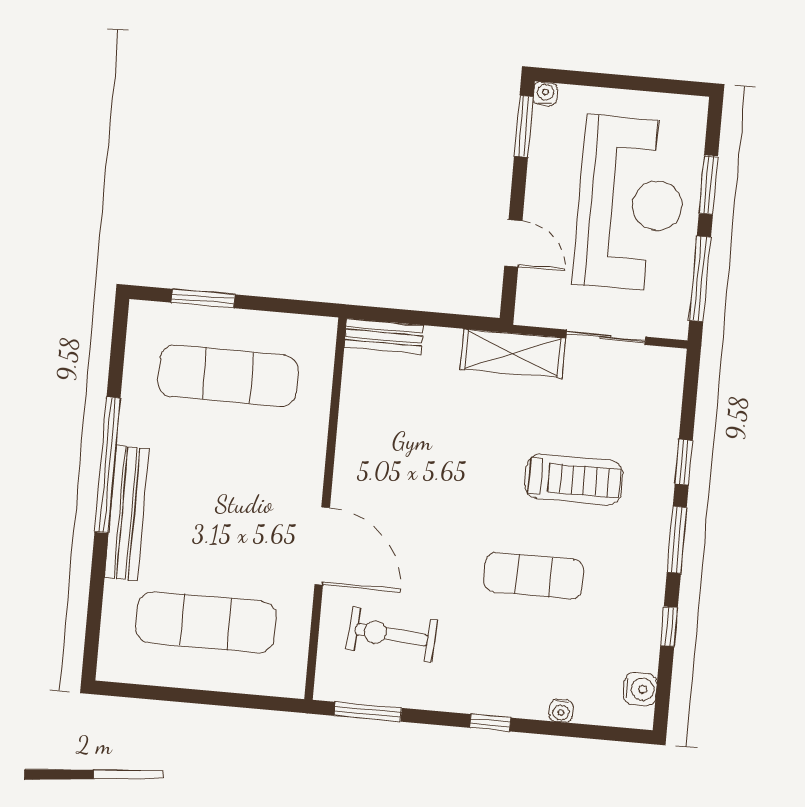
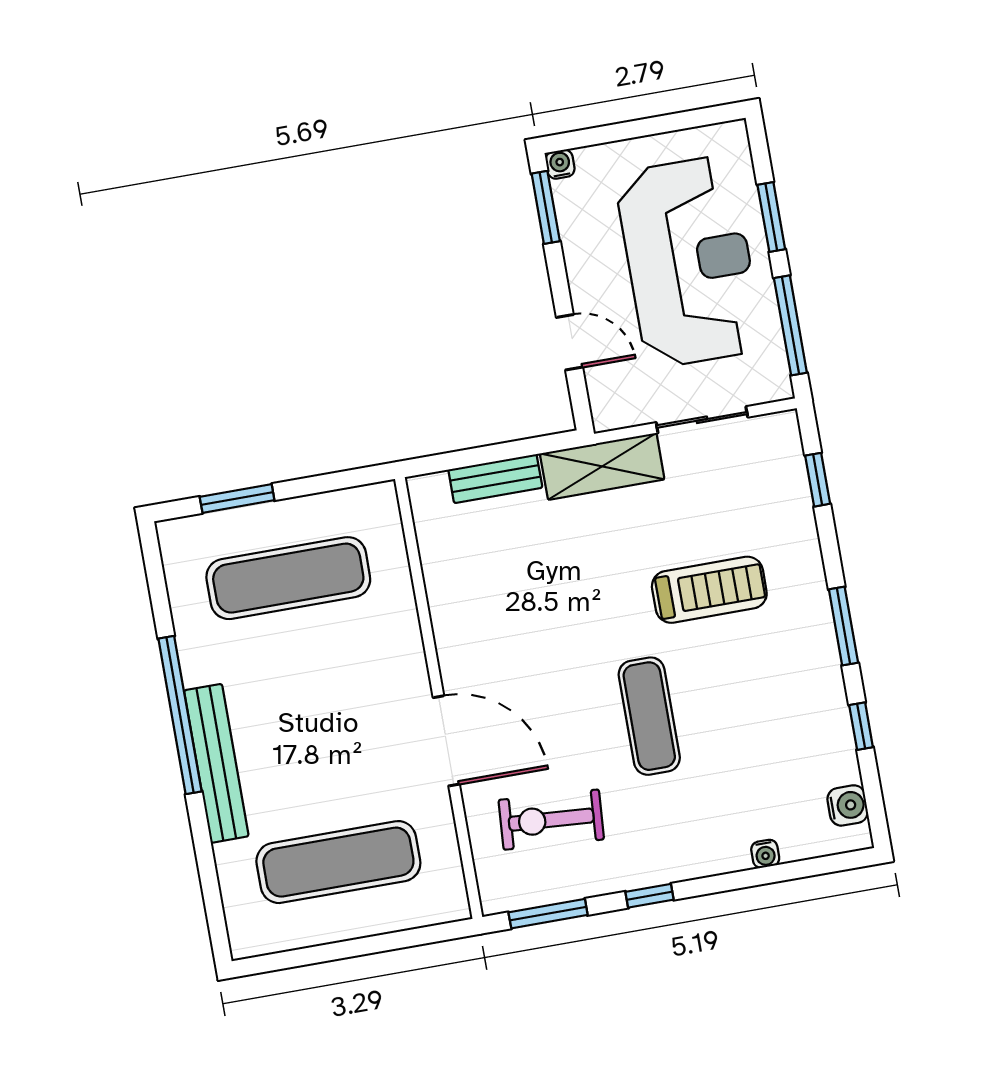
bench: (384, 336) -> (495, 479), moved
window: (684, 462) -> (818, 480), moved
exercise mat: (534, 576) -> (649, 716), moved, turned 90
window: (490, 723) -> (650, 896), moved

